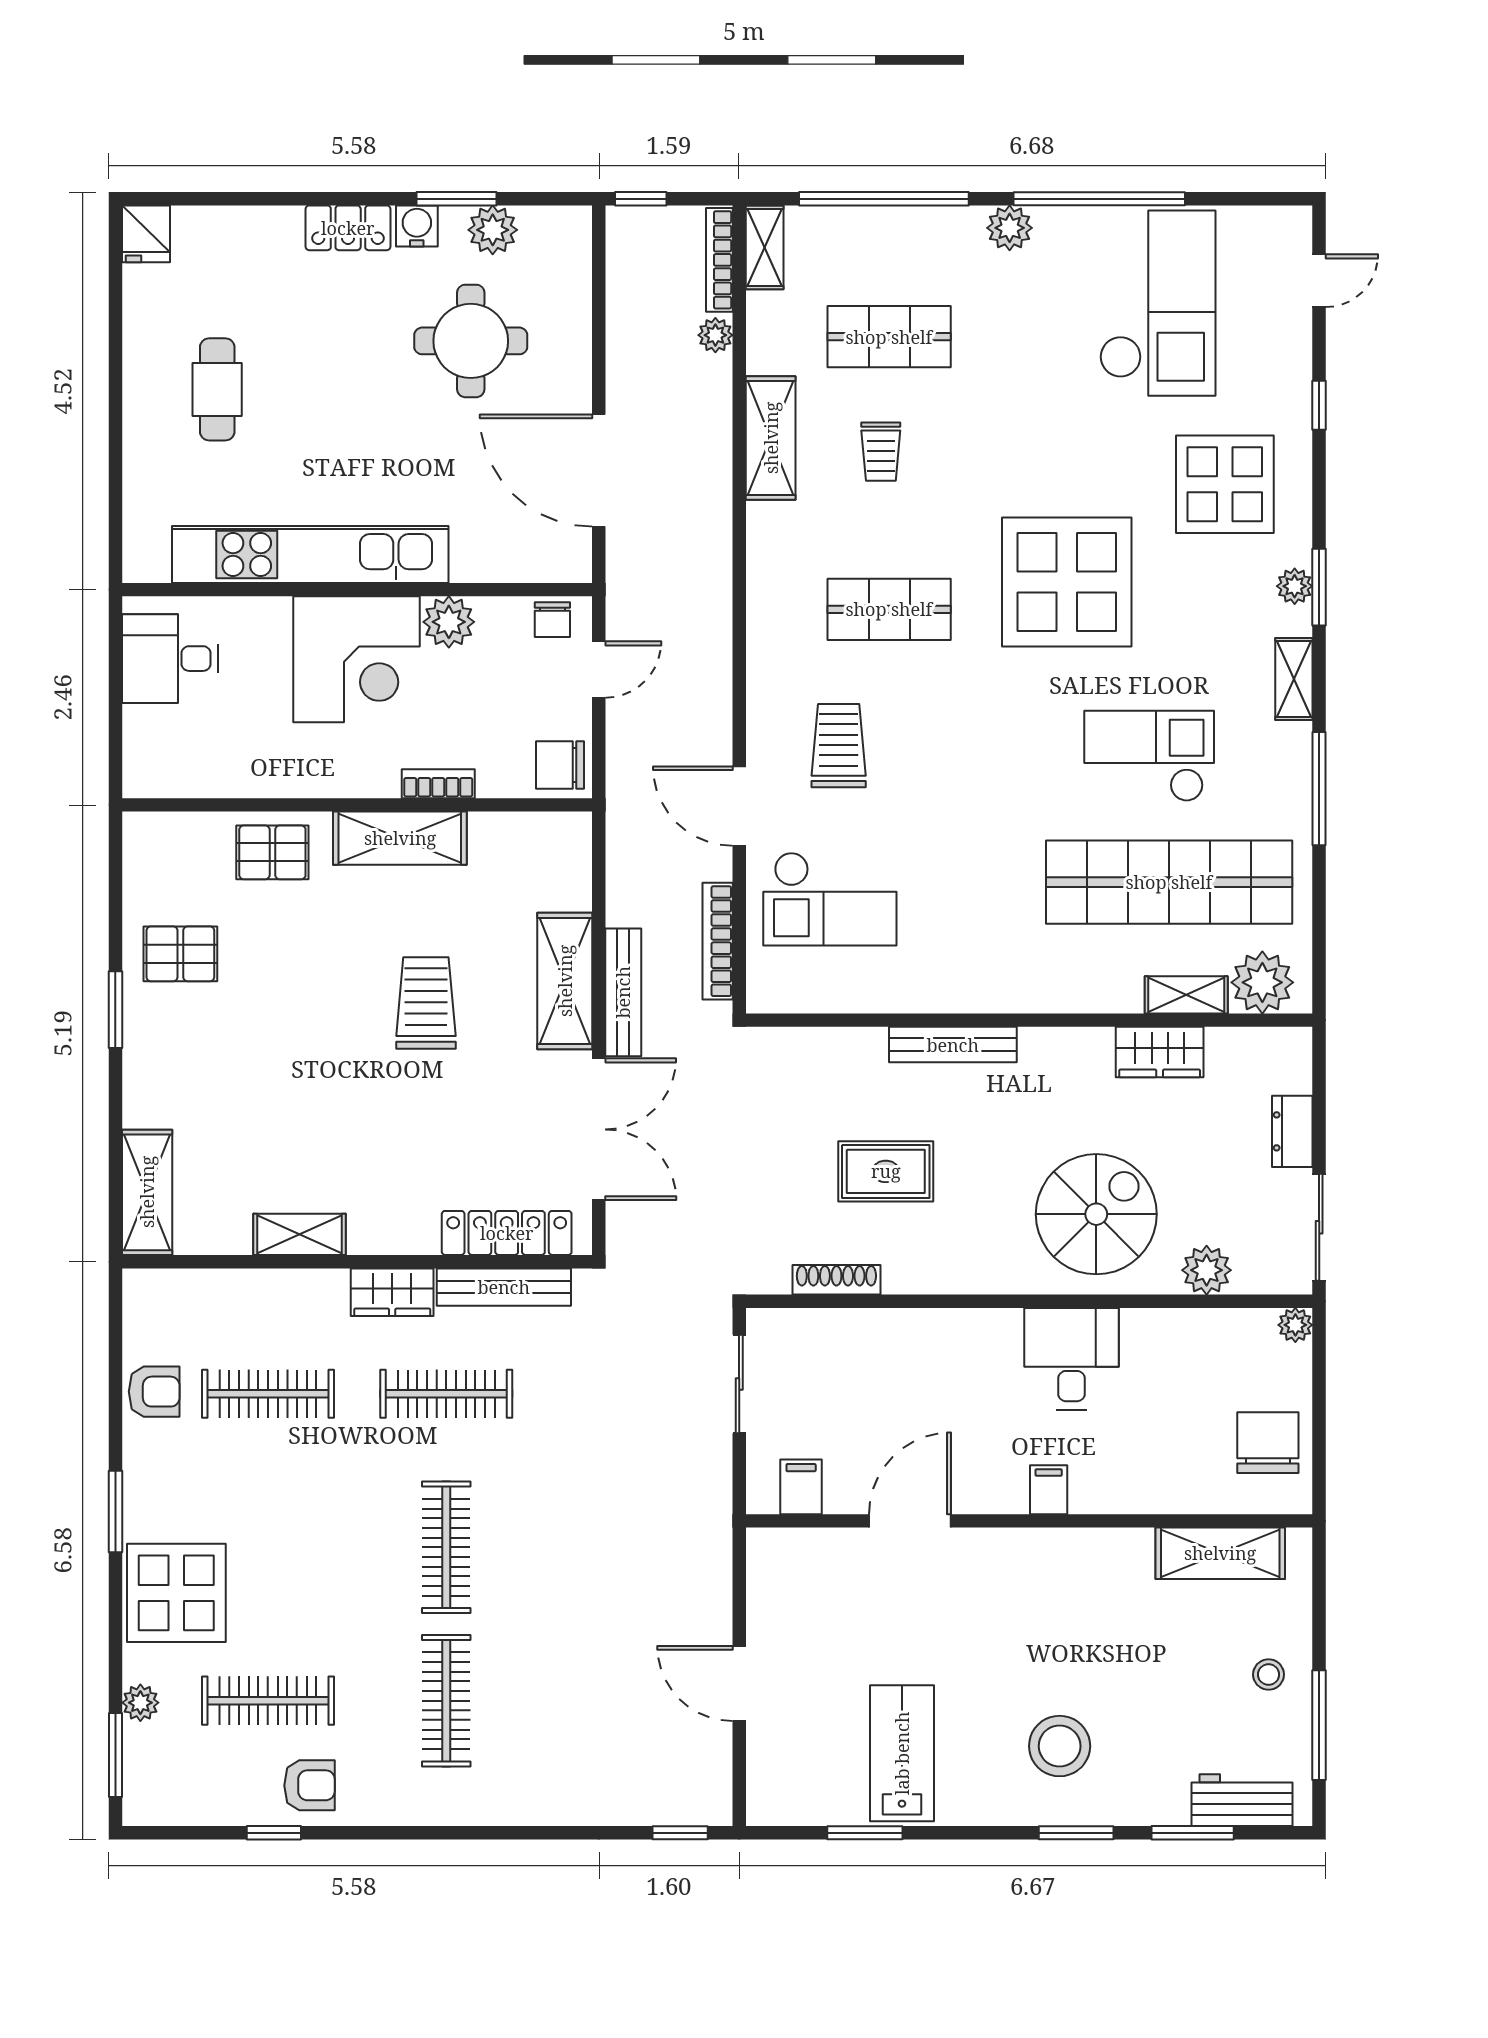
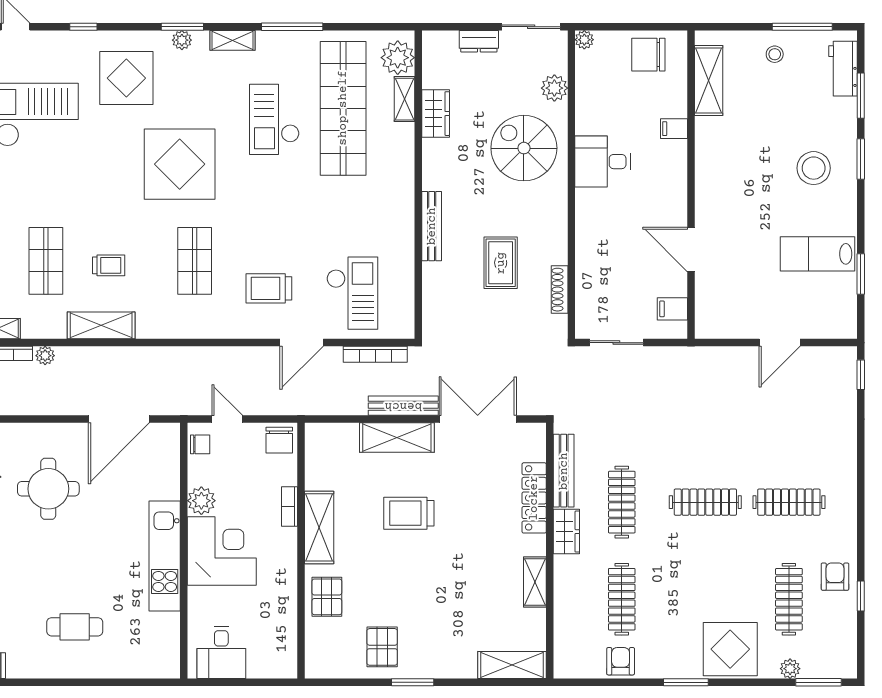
kitchen unit: (310, 554) -> (165, 556), width x0.73
locker: (507, 1233) -> (534, 498), moved
filing cabinet: (1049, 1490) -> (674, 129), moved

